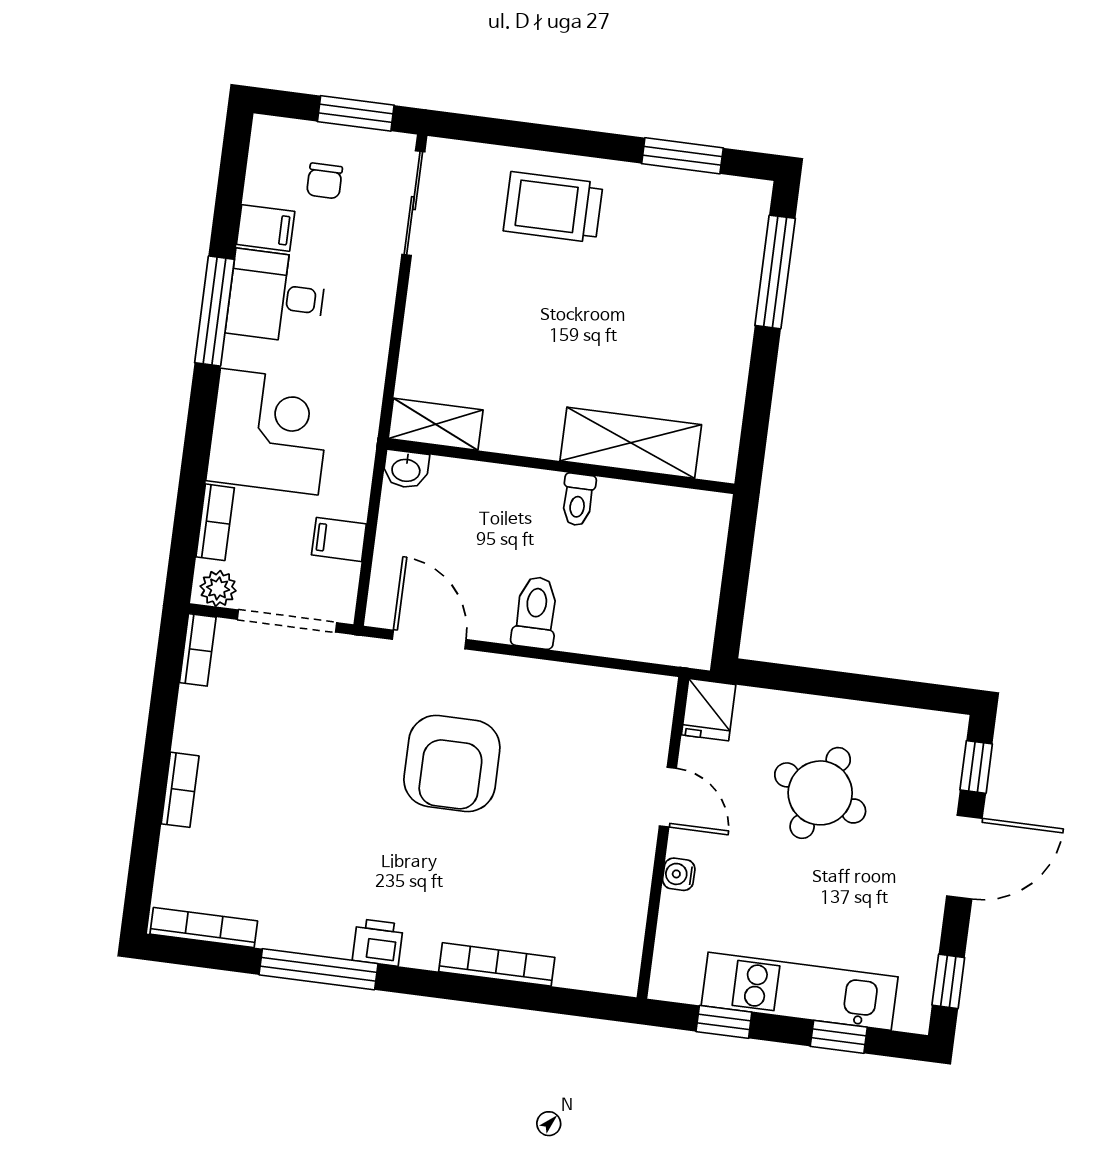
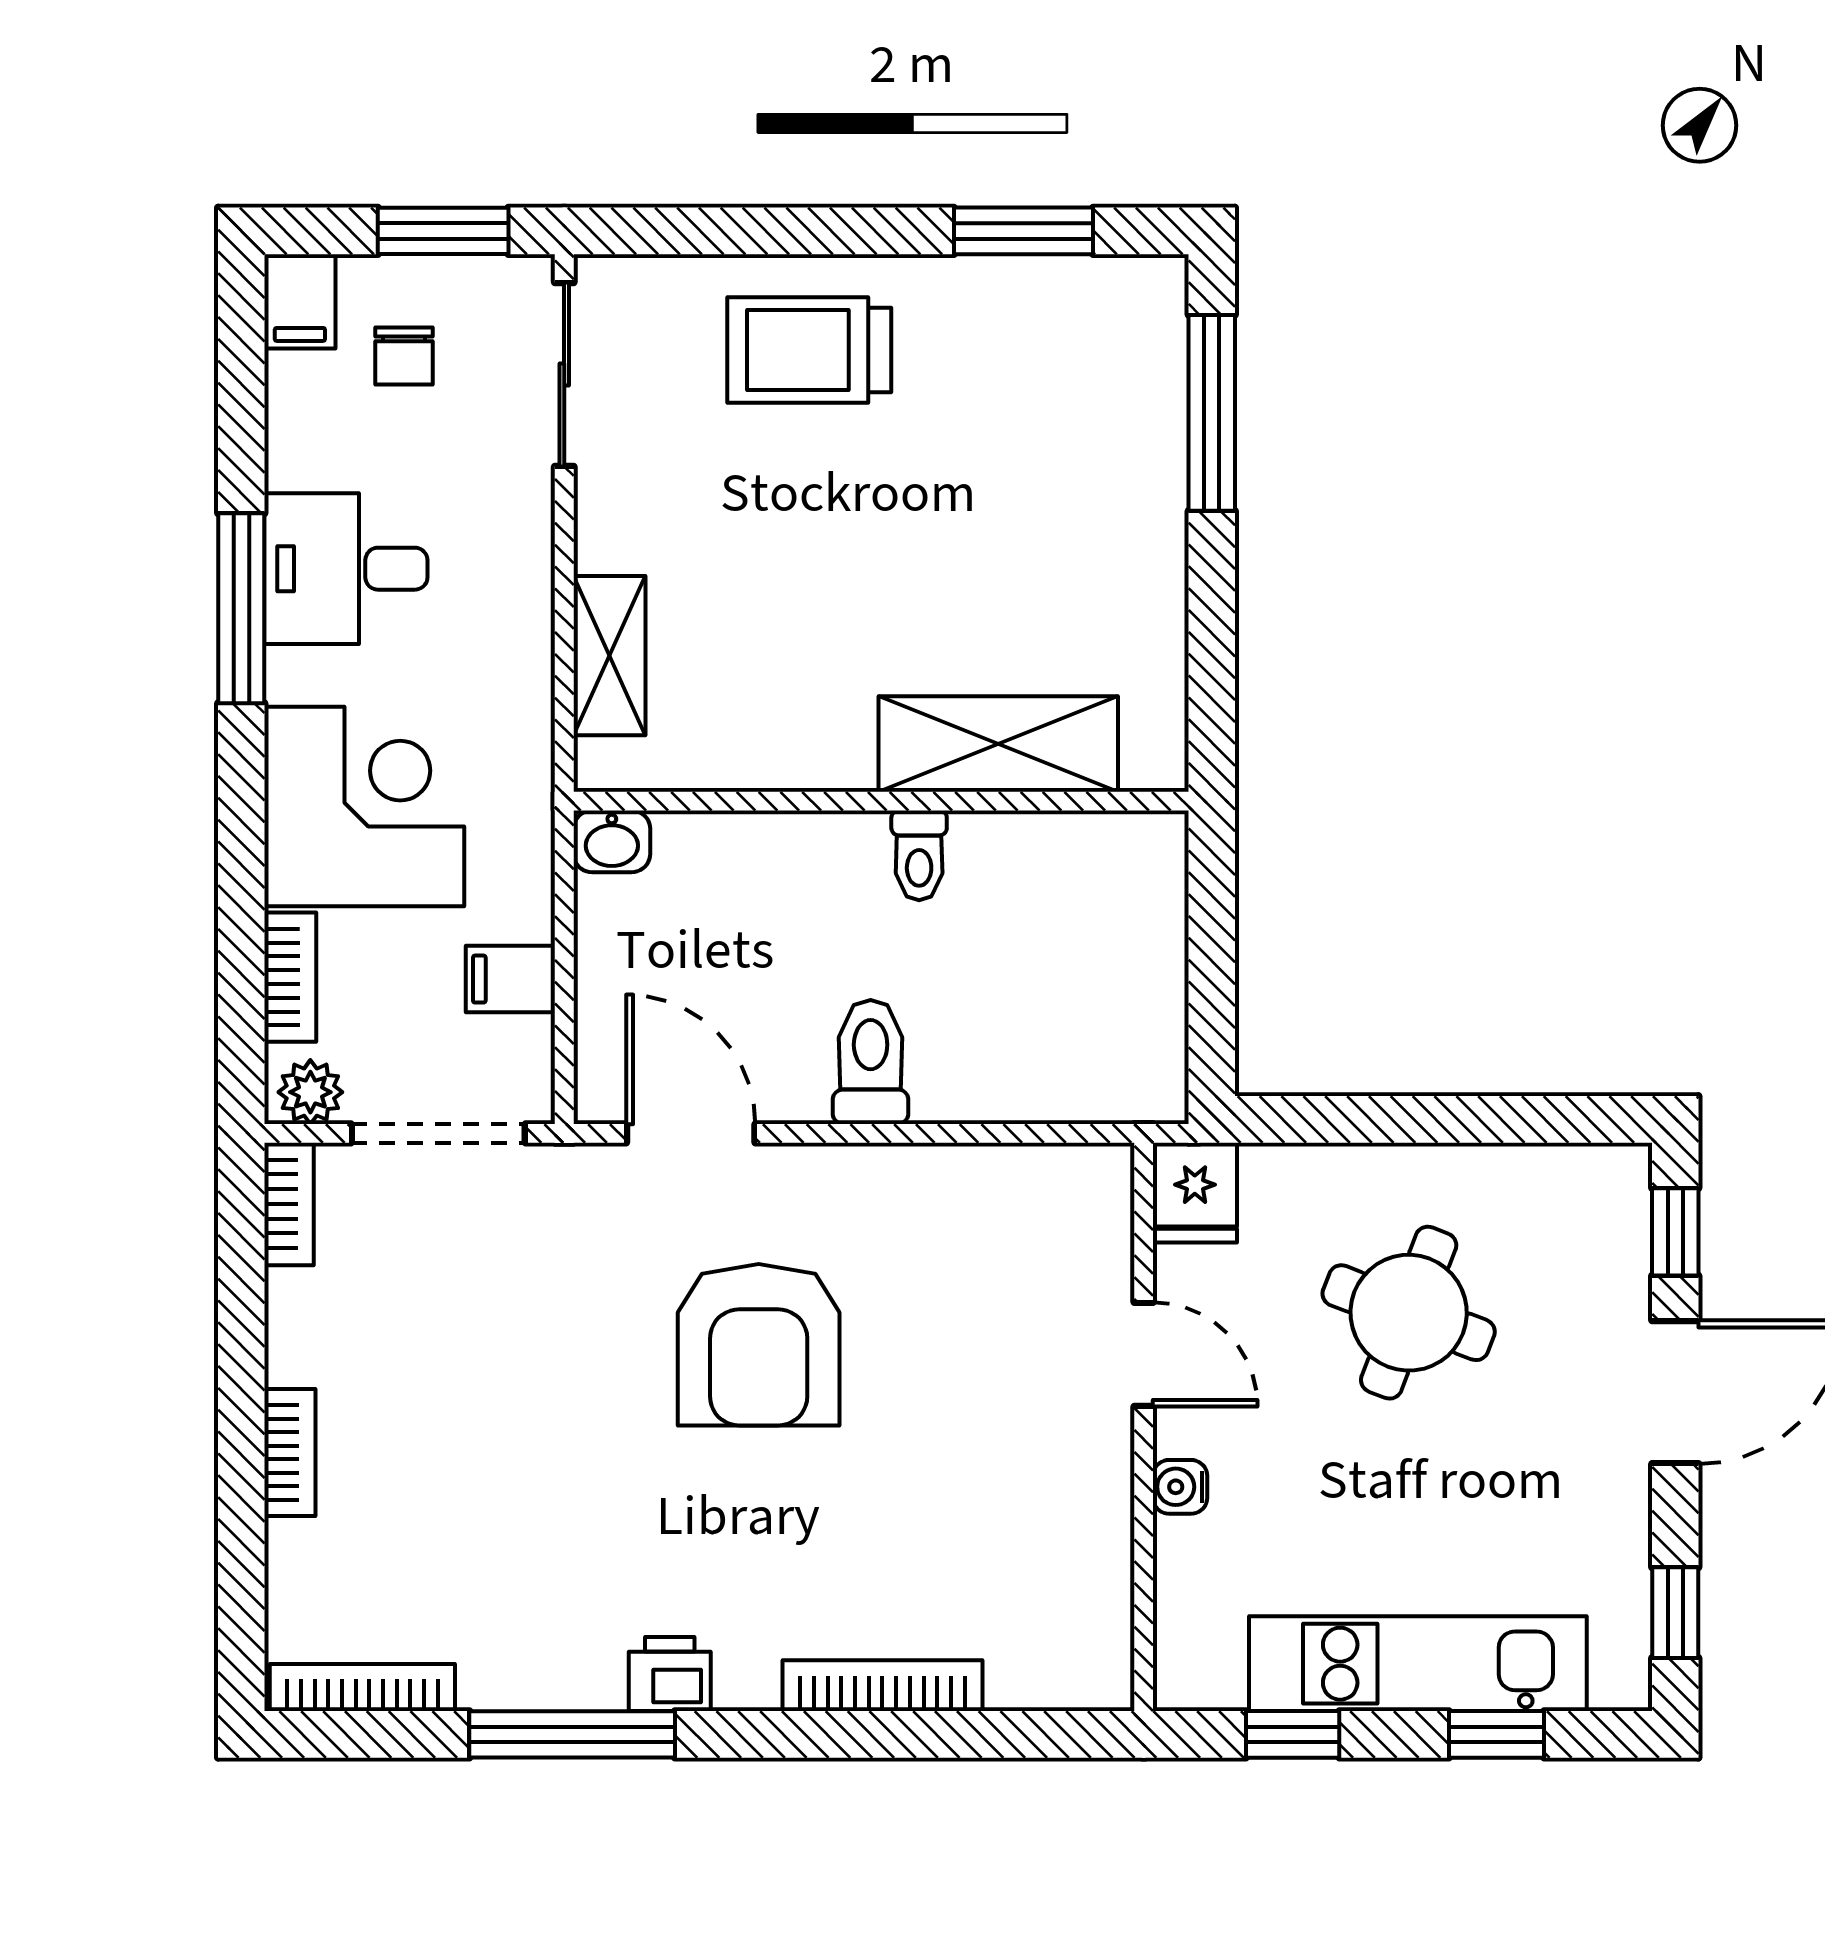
filing cabinet: (266, 228) -> (300, 301), moved, turned 90
shelving: (436, 424) -> (609, 656), moved, turned 90

